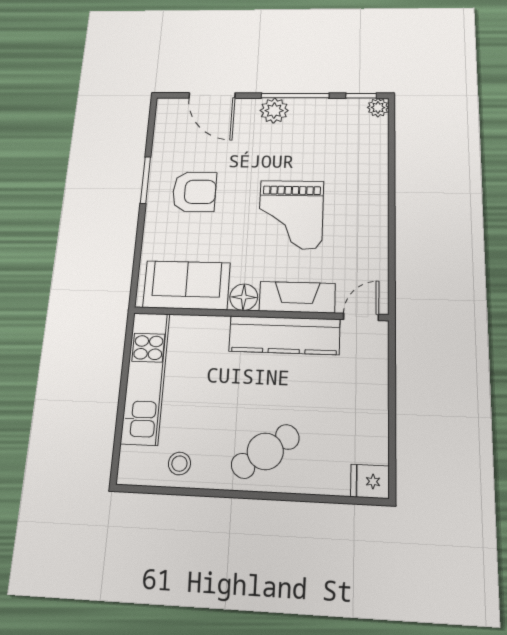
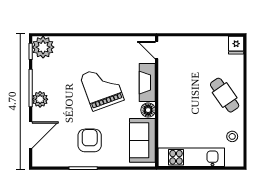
plant: (378, 108) -> (43, 47), width x1.88, depth x1.88
grand piano: (291, 215) -> (102, 88), turned -110
kitchen counter: (284, 335) -> (167, 88), removed

